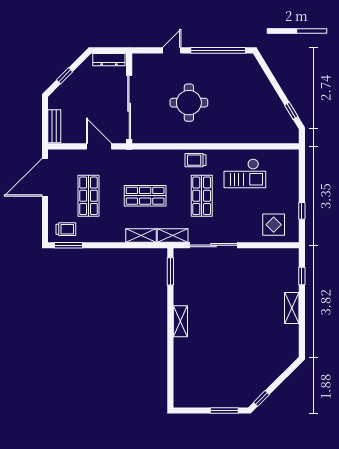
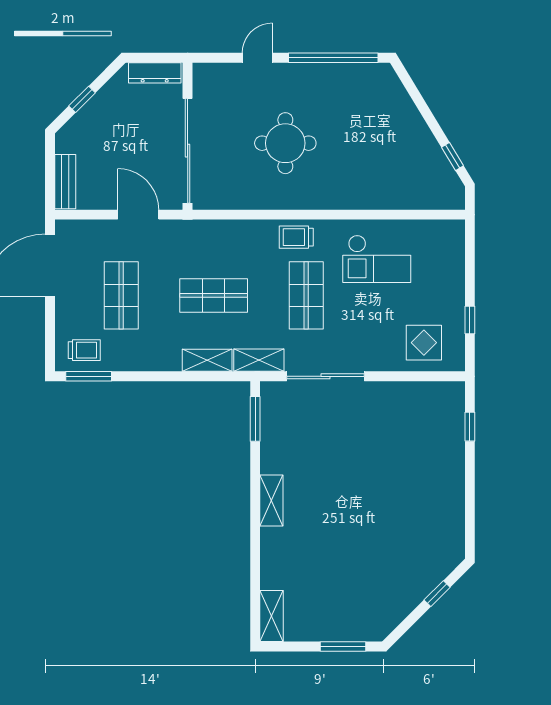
shelving: (292, 308) -> (272, 616), moved
window: (261, 398) -> (437, 594), moved

